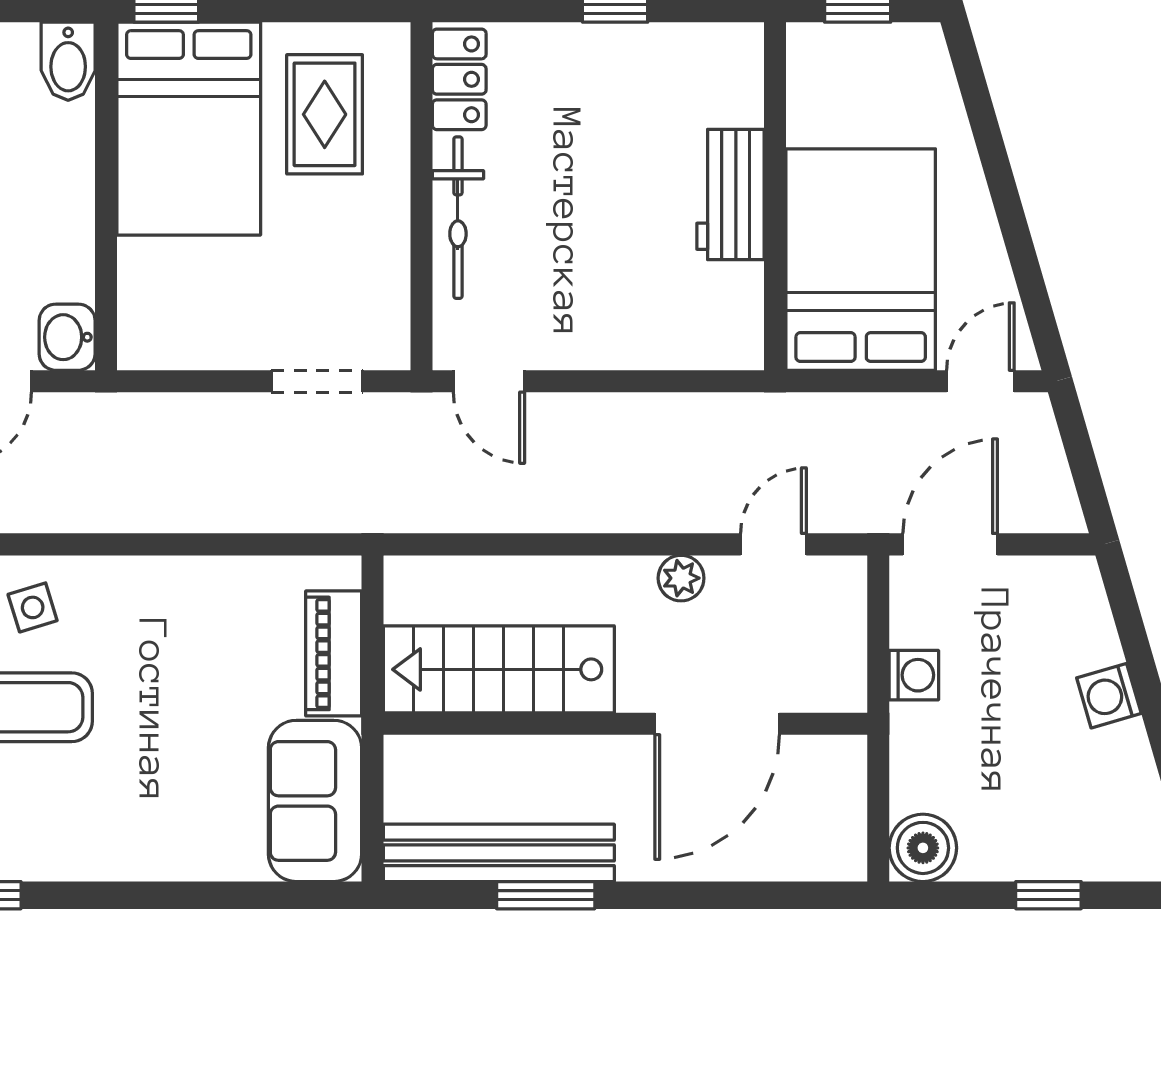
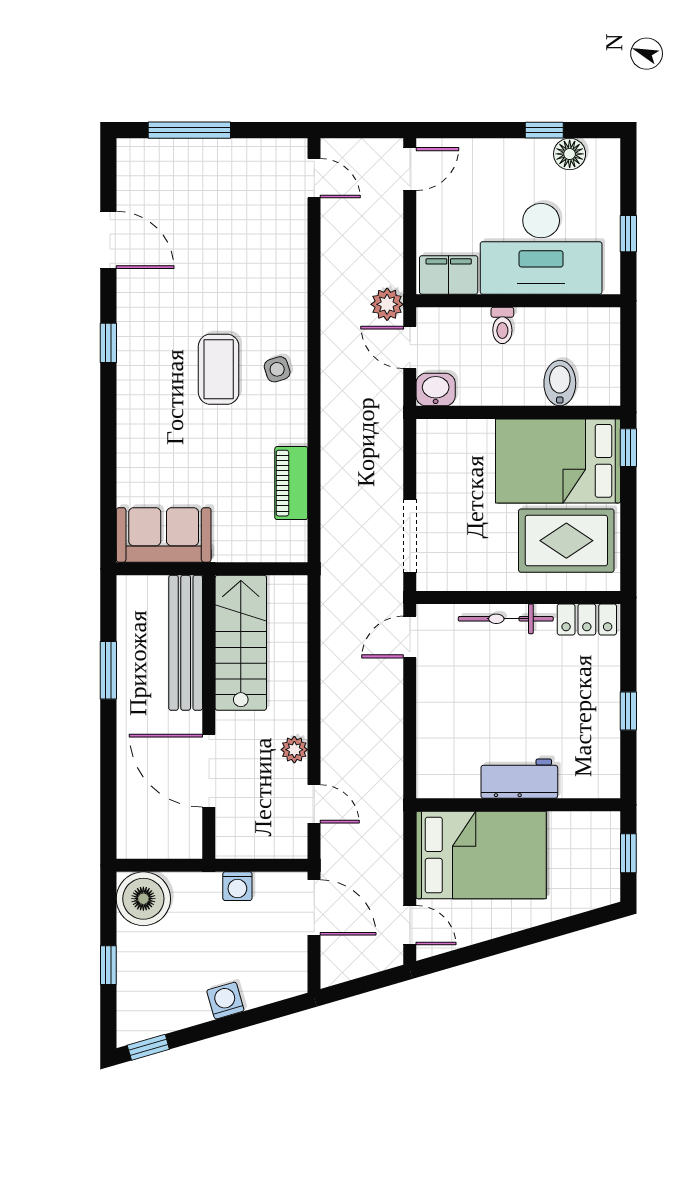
bidet: (68, 61) -> (560, 383), moved, turned 90
rug: (325, 114) -> (566, 541), width x1.36, depth x1.43
doorway: (317, 381) -> (410, 536), width x1.38
piano: (334, 653) -> (291, 483), moved, turned -90
boiler: (923, 848) -> (143, 899), width x1.37, depth x1.37
bench: (499, 853) -> (186, 643), moved

